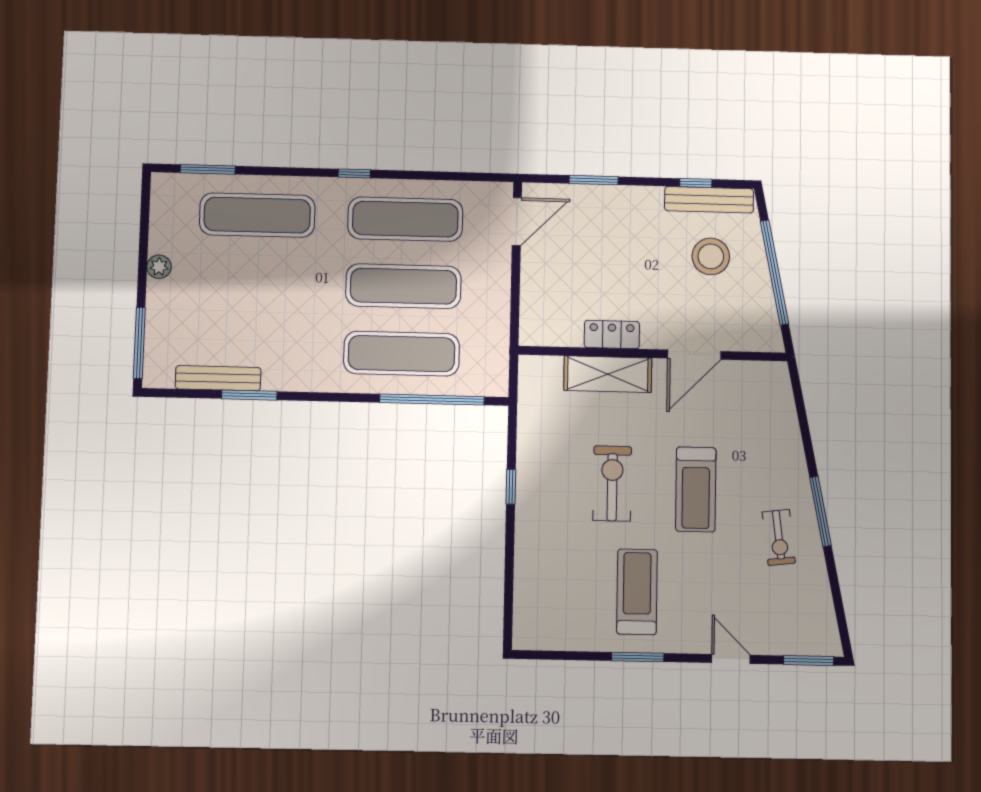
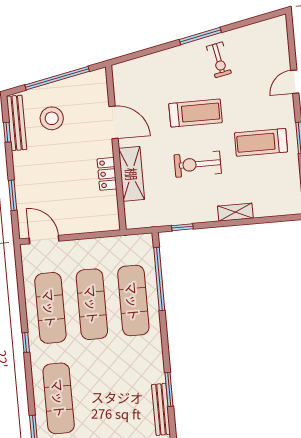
window: (511, 487) -> (182, 227), moved
shelving: (527, 537) -> (235, 212), added
exercise bike: (779, 537) -> (219, 60), turned 86
window: (809, 661) -> (291, 35), removed

